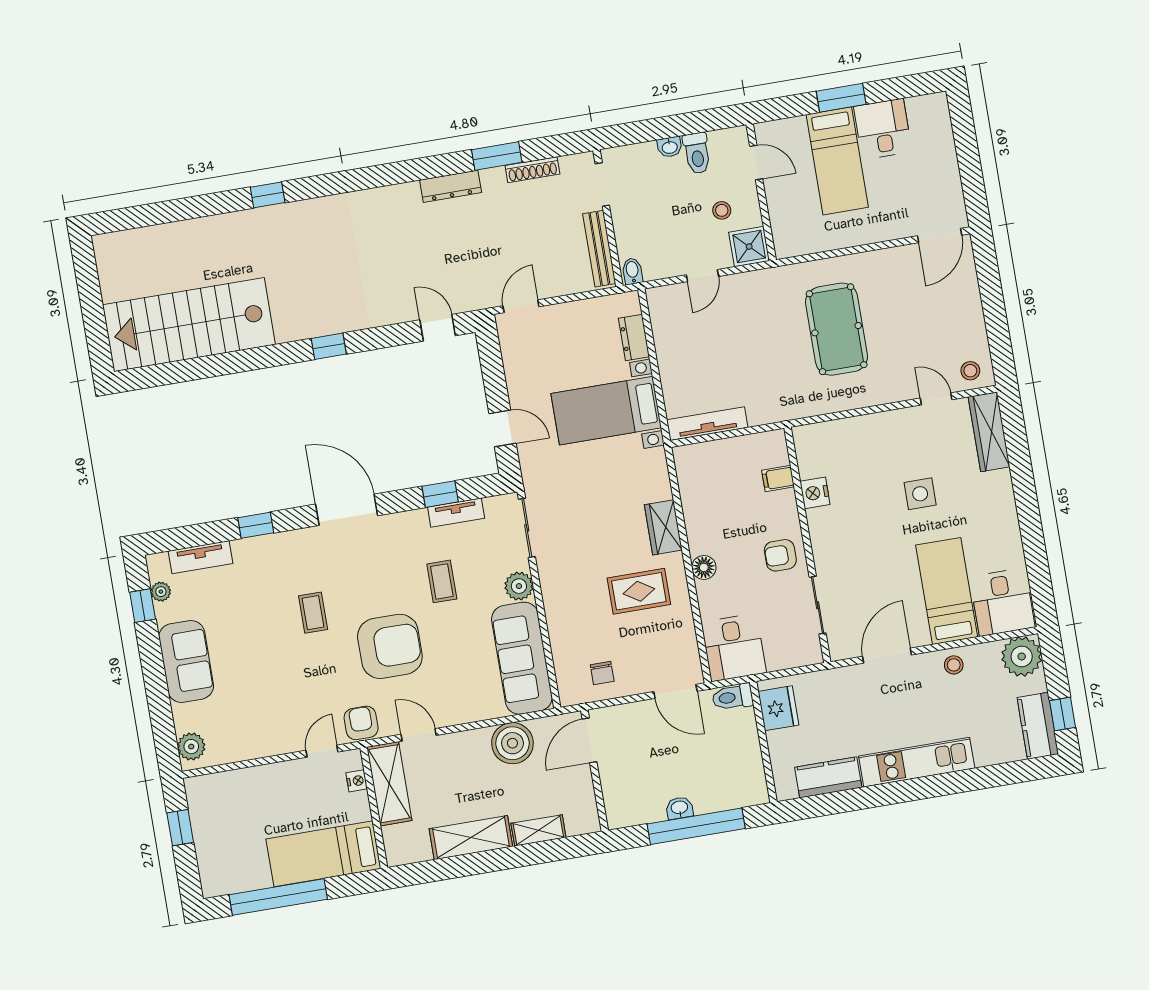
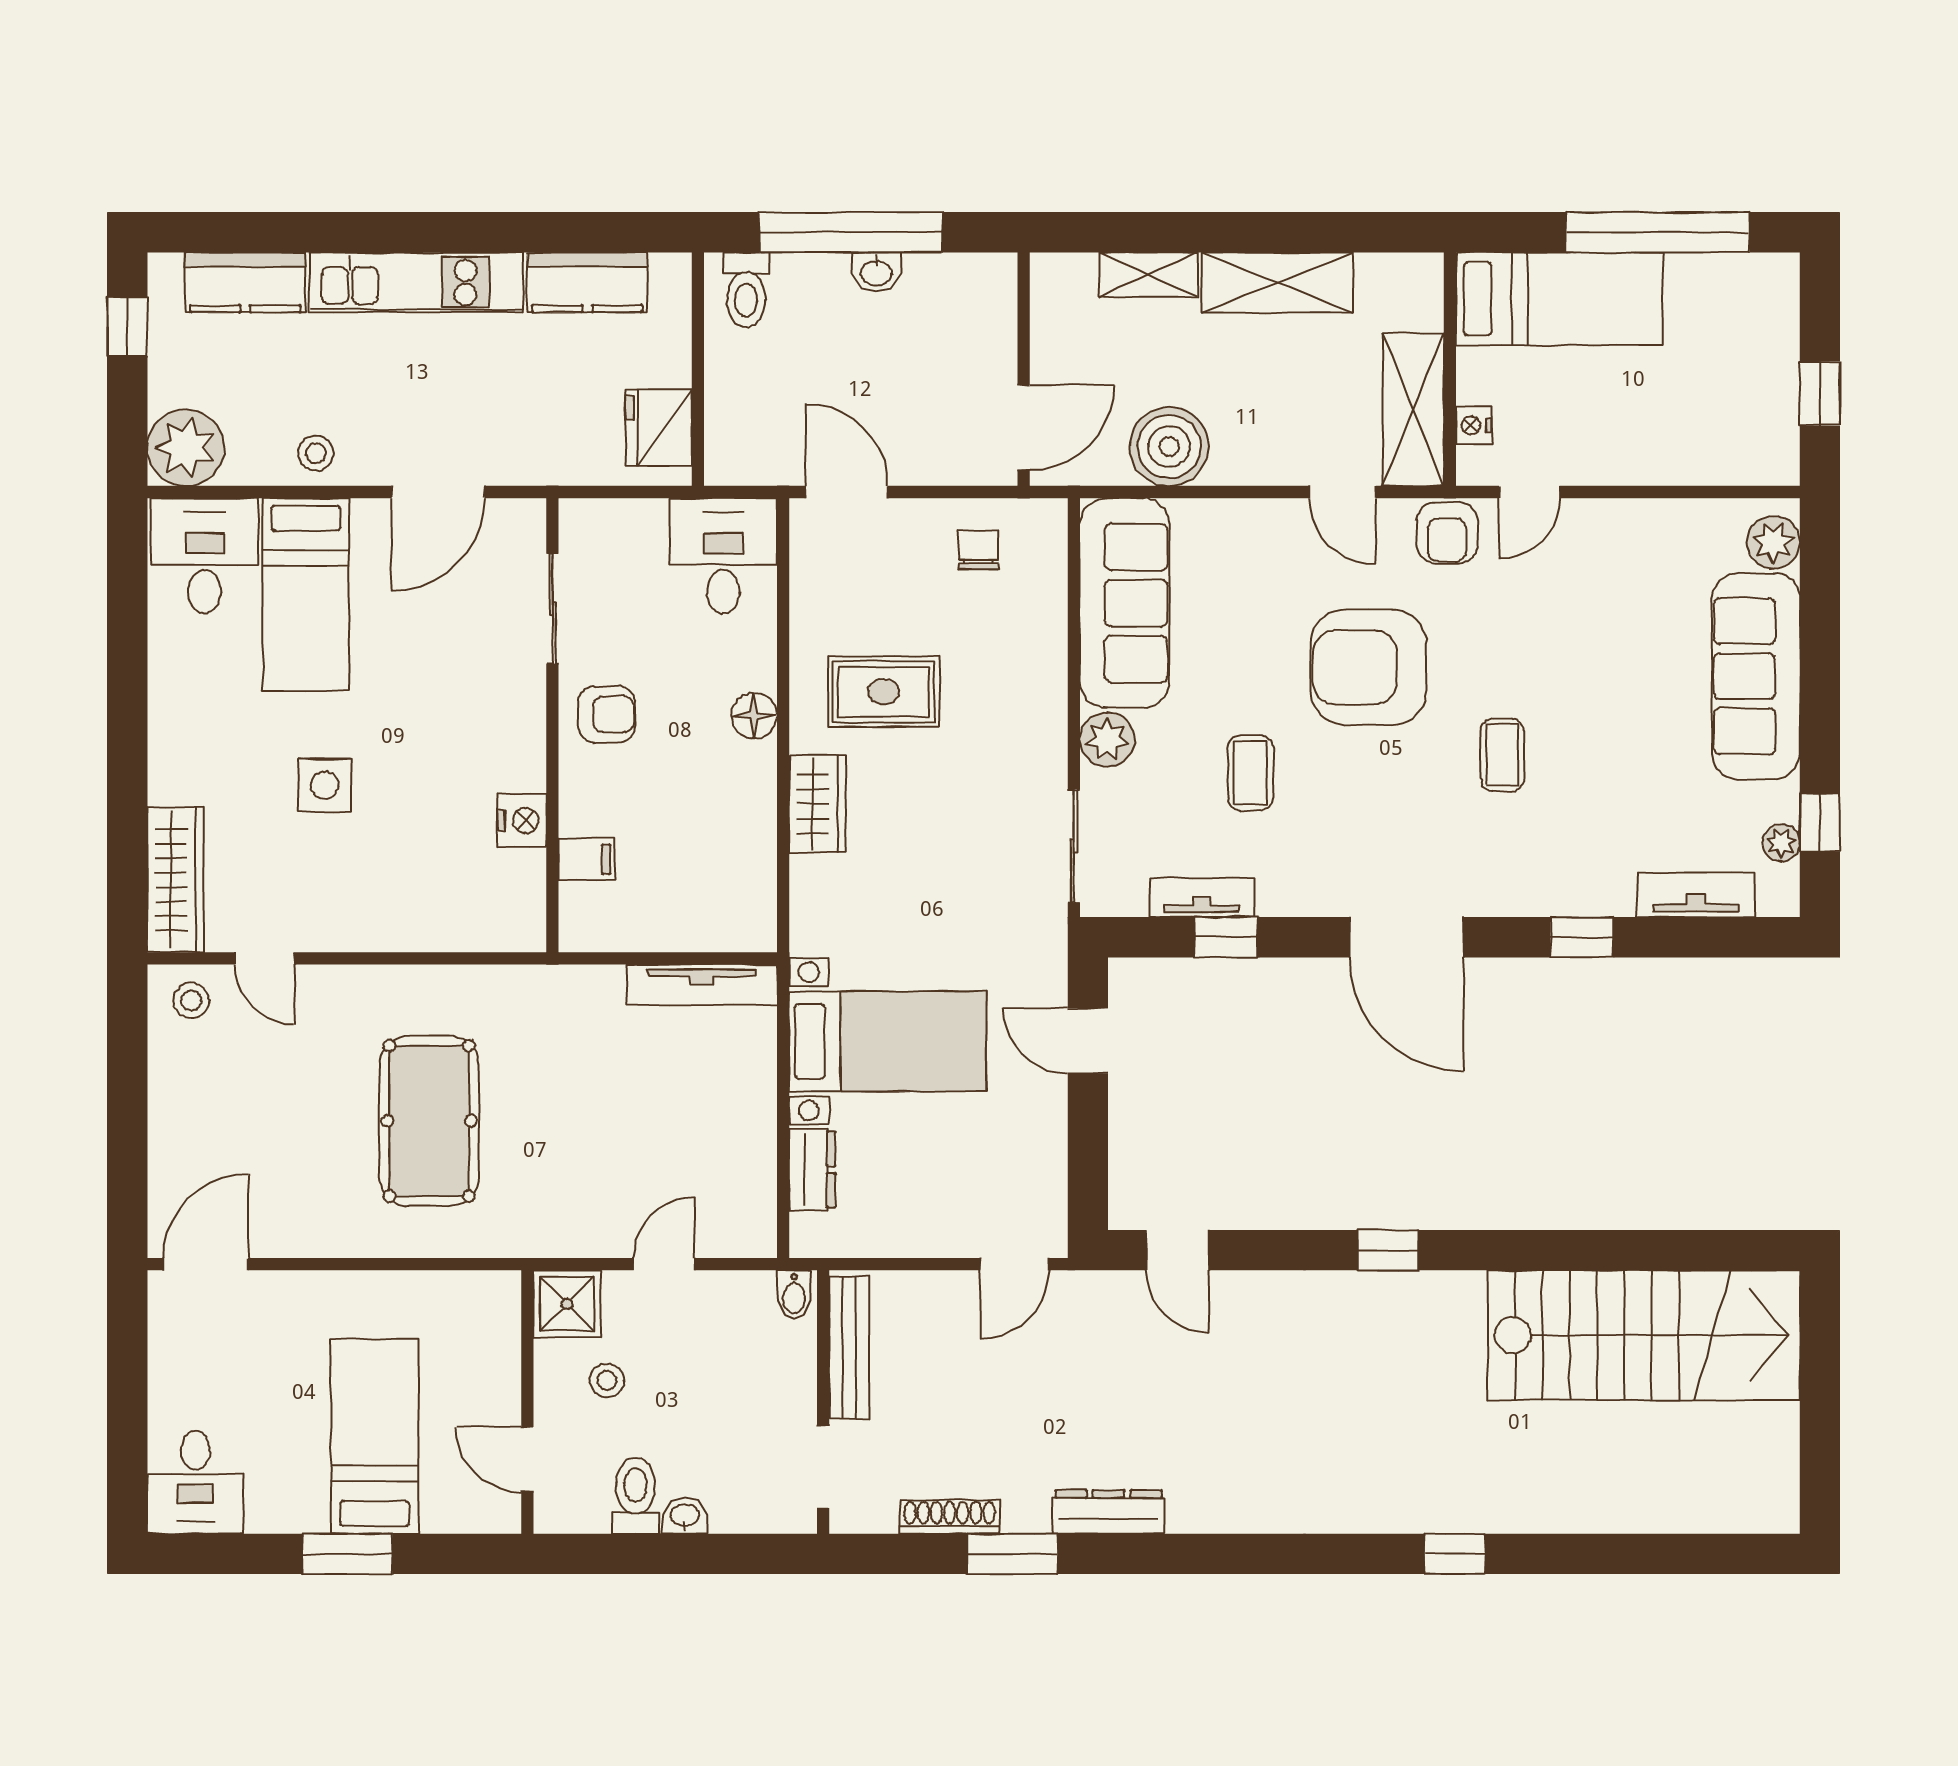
desk: (883, 129) -> (195, 1482), moved
sofa: (186, 661) -> (1756, 676), width x1.36
toilet: (733, 697) -> (746, 290), moved, turned 90
kitchen counter: (1038, 726) -> (245, 282), moved, turned 90

